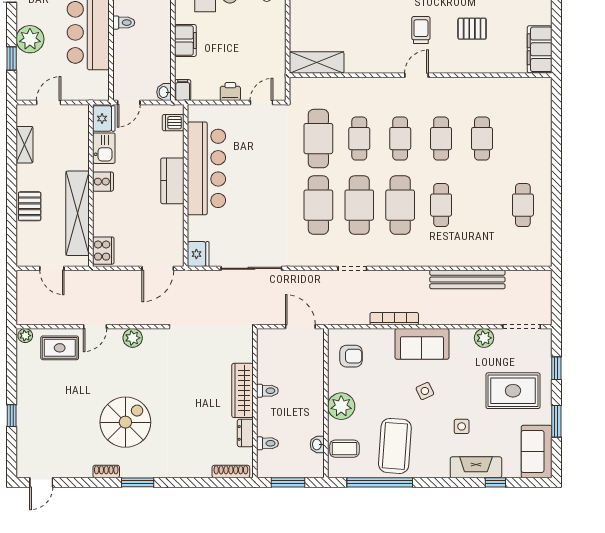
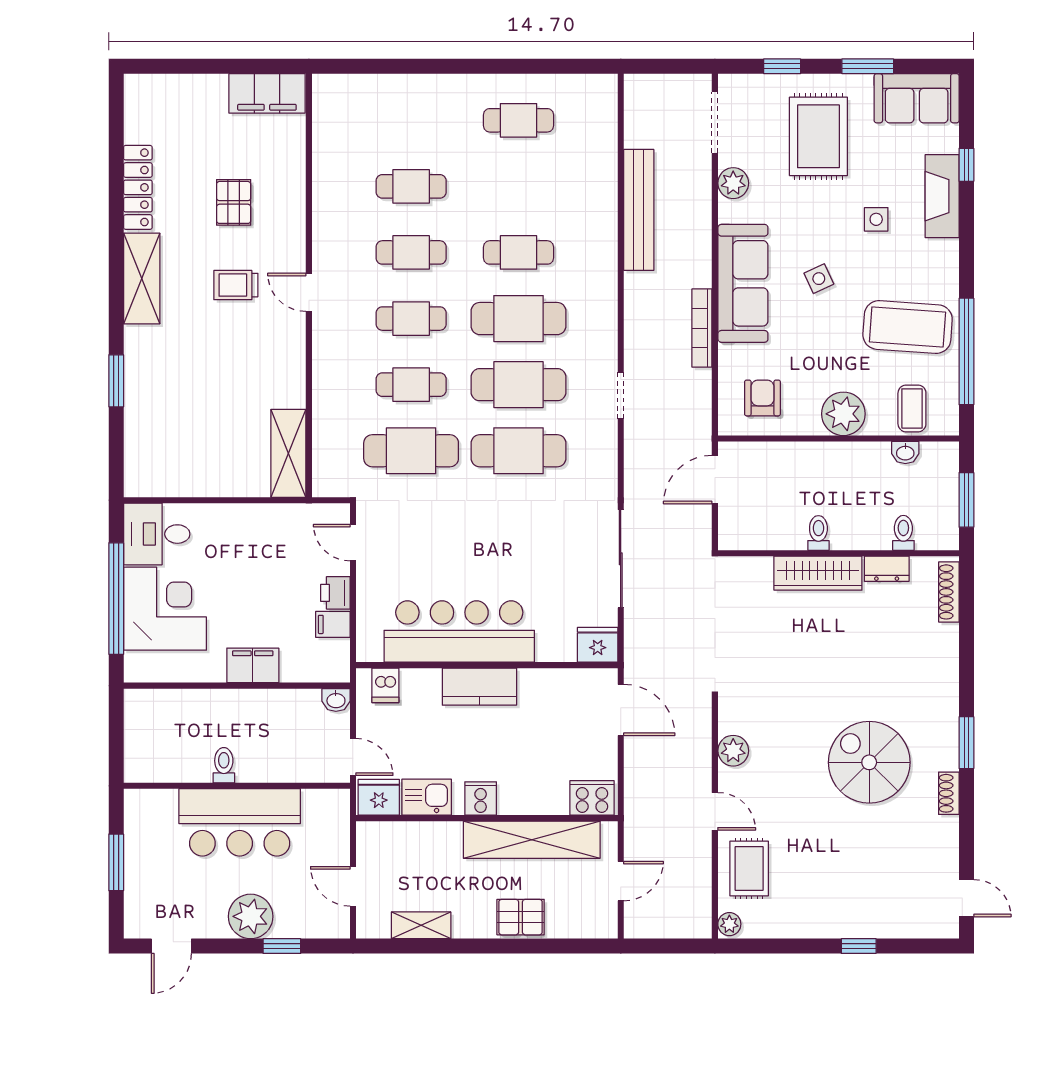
filing cabinet: (183, 90) -> (333, 624), moved
sofa: (422, 344) -> (743, 283), width x1.36

